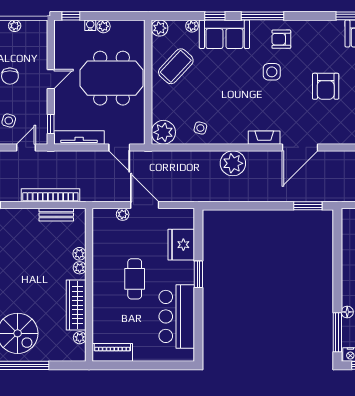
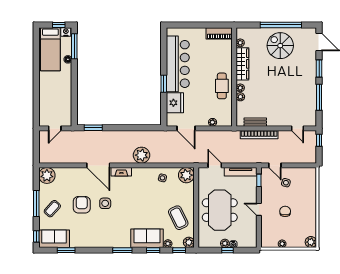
window: (71, 16) -> (228, 250), moved
window: (174, 16) -> (179, 250), added
window: (263, 16) -> (122, 250), width x0.69
armchair: (281, 39) -> (110, 235), removed
coffee table: (176, 66) -> (178, 218), turned -69
side table: (272, 72) -> (105, 203), moved
meeting table: (111, 78) -> (220, 210), turned 90
door: (51, 79) -> (259, 209), hinge flipped
door: (26, 147) -> (275, 165), hinge flipped
door: (300, 147) -> (98, 165), swing flipped
door: (145, 205) -> (186, 128), moved
cafe table: (135, 279) -> (222, 86), moved
bar counter: (177, 316) -> (178, 64), width x1.36

